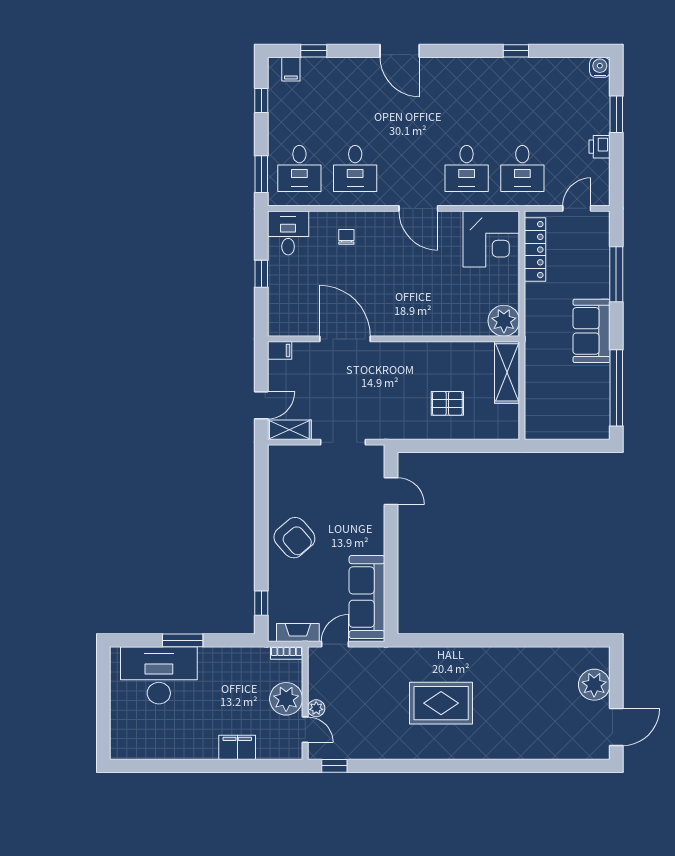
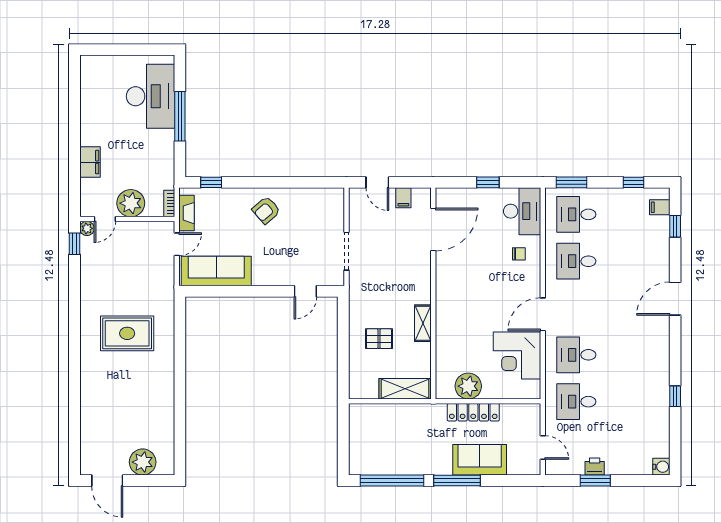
window: (616, 114) -> (595, 481), moved
desk: (288, 233) -> (522, 211), width x1.37
corner desk: (491, 239) -> (517, 356), moved
locker: (535, 250) -> (473, 412), moved
window: (616, 274) -> (457, 481), moved
plant: (504, 321) -> (468, 386), moved
sofa: (592, 331) -> (480, 460), moved
door: (345, 339) -> (433, 230), moved
filing cabinet: (280, 350) -> (403, 198), moved
pallet: (447, 403) -> (379, 339), turned 90
shelving: (289, 430) -> (423, 323), moved
armchair: (294, 538) -> (266, 210), width x0.72, depth x0.72
window: (183, 640) -> (180, 116), width x1.44
door: (335, 644) -> (177, 244), hinge flipped
rug: (441, 703) -> (127, 333), turned 90
plant: (316, 708) -> (87, 228), moved

